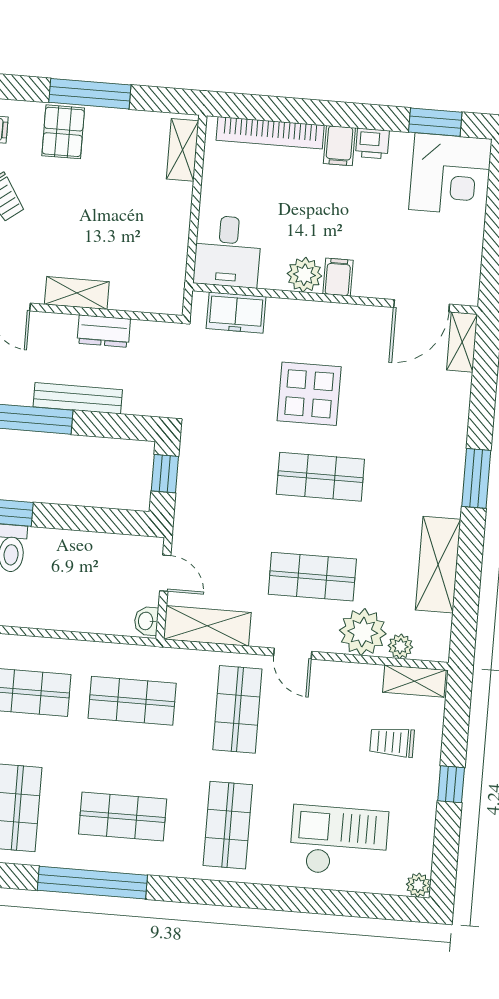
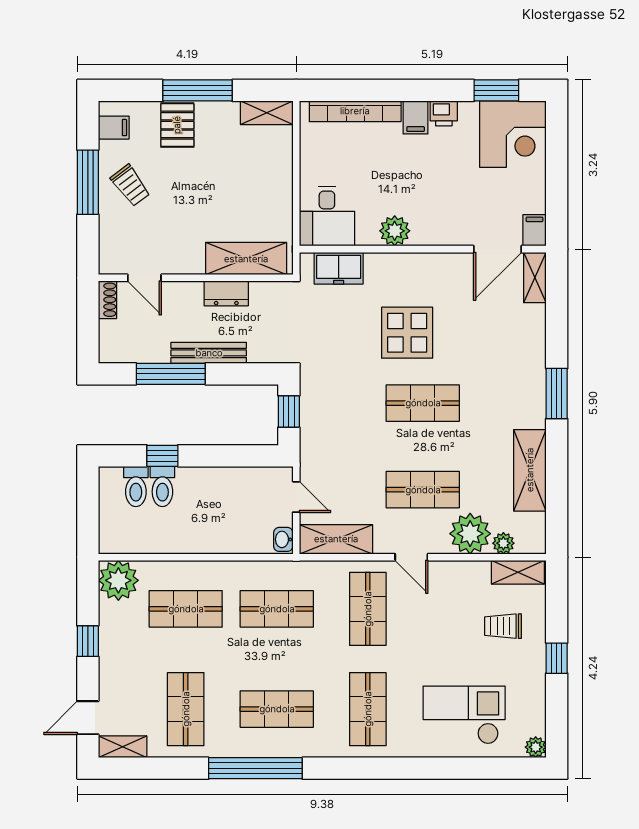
shelving: (183, 150) -> (267, 113), moved, turned 90
filing cabinet: (338, 277) -> (535, 230), moved
shelving: (77, 293) -> (246, 259), moved, width x1.50, depth x1.33

